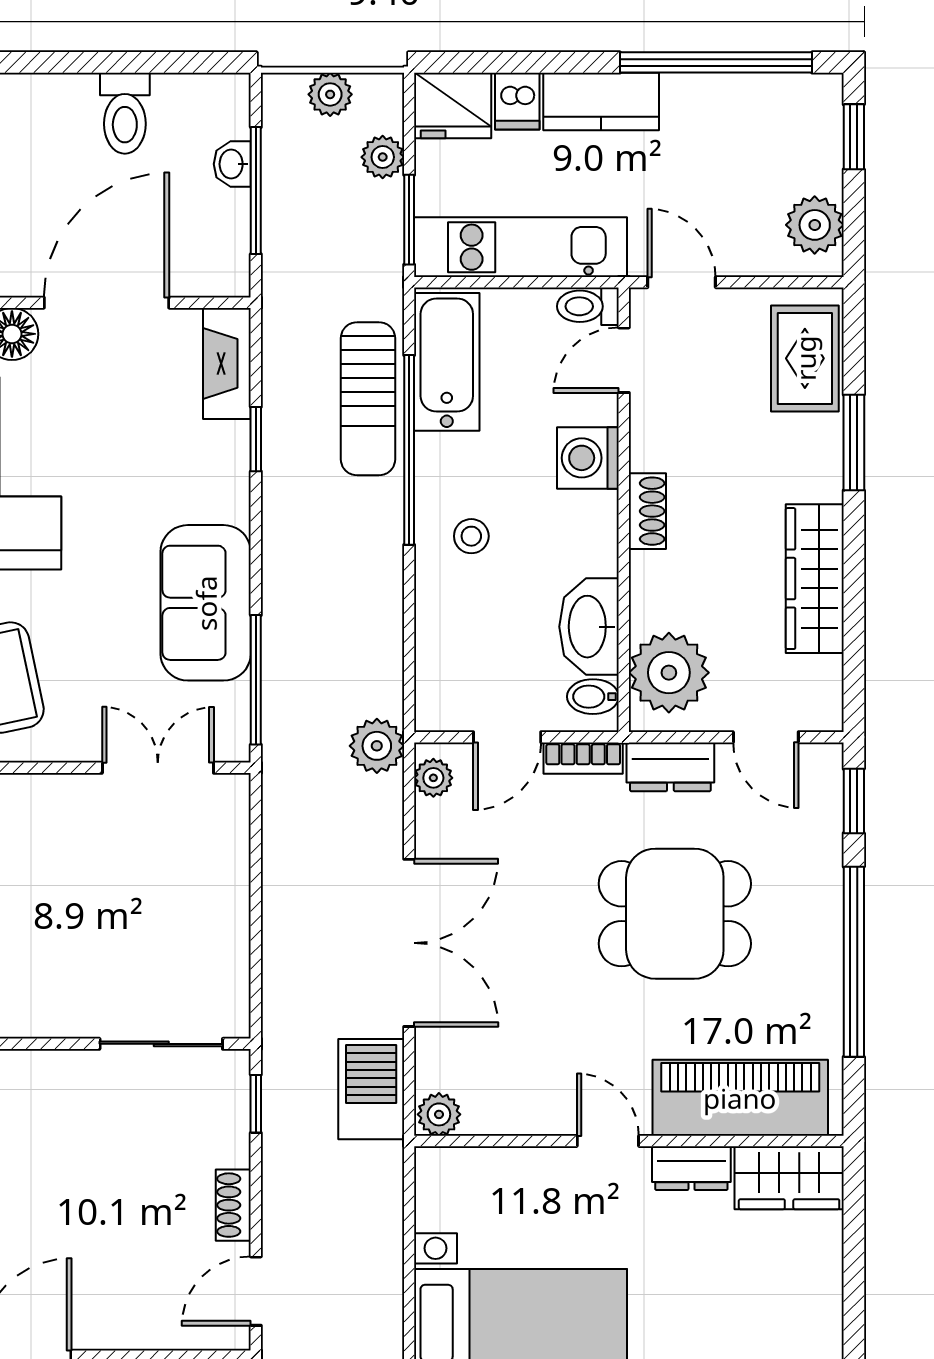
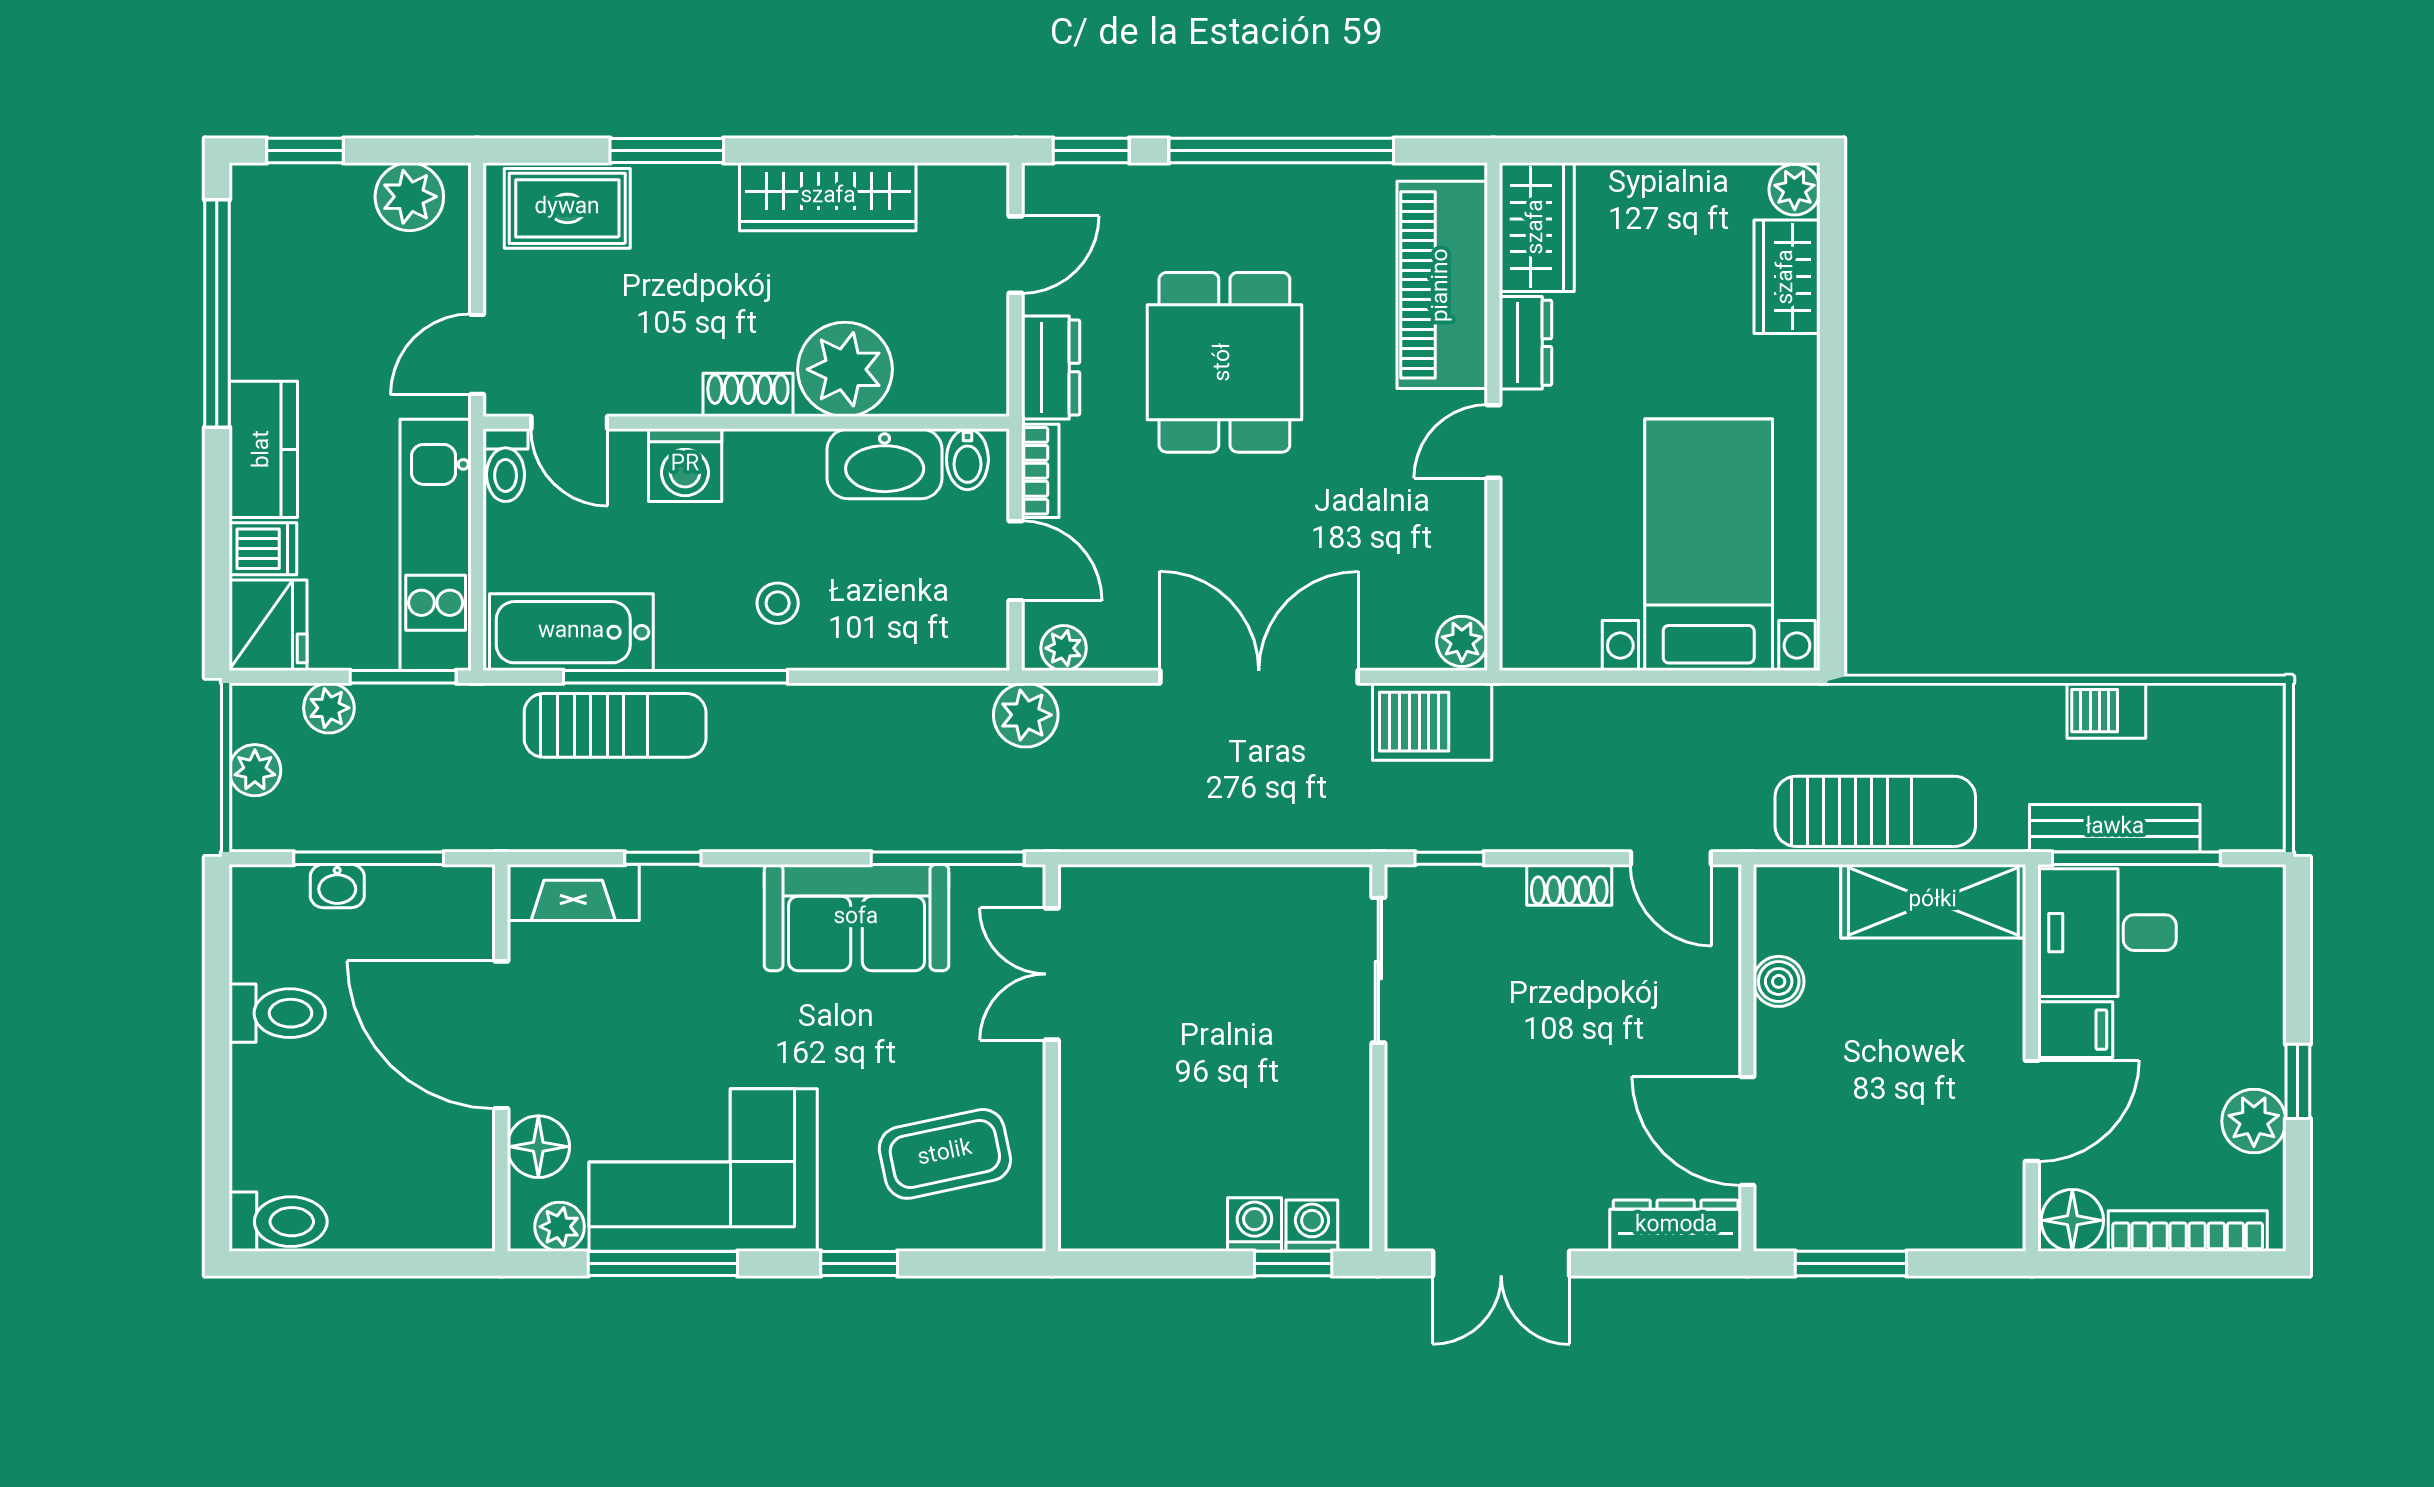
plant: (669, 673) -> (845, 369), moved

